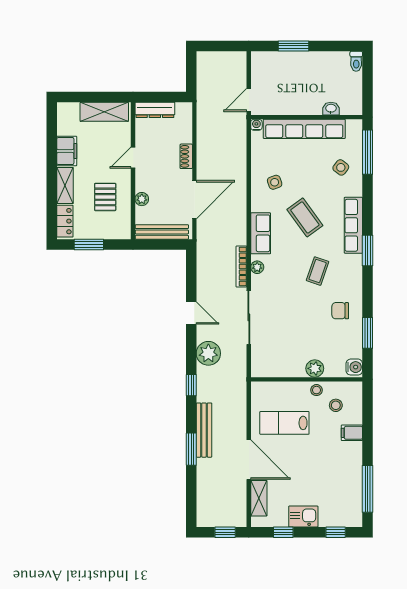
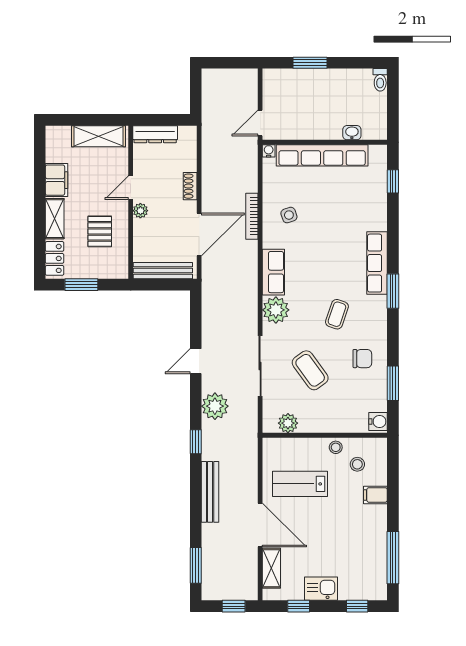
window: (368, 152) -> (393, 181), width x0.46
side table: (341, 167) -> (363, 198), removed
plant: (142, 199) -> (140, 211), moved
coffee table: (305, 217) -> (310, 370), moved
bookcase: (241, 266) -> (252, 216), moved
plant: (257, 267) -> (276, 310), width x1.88, depth x1.88
chair: (340, 311) -> (362, 359), turned 180
door: (191, 313) -> (196, 361), swing flipped
plant: (315, 368) -> (288, 423), moved
window: (191, 449) -> (196, 565), moved

